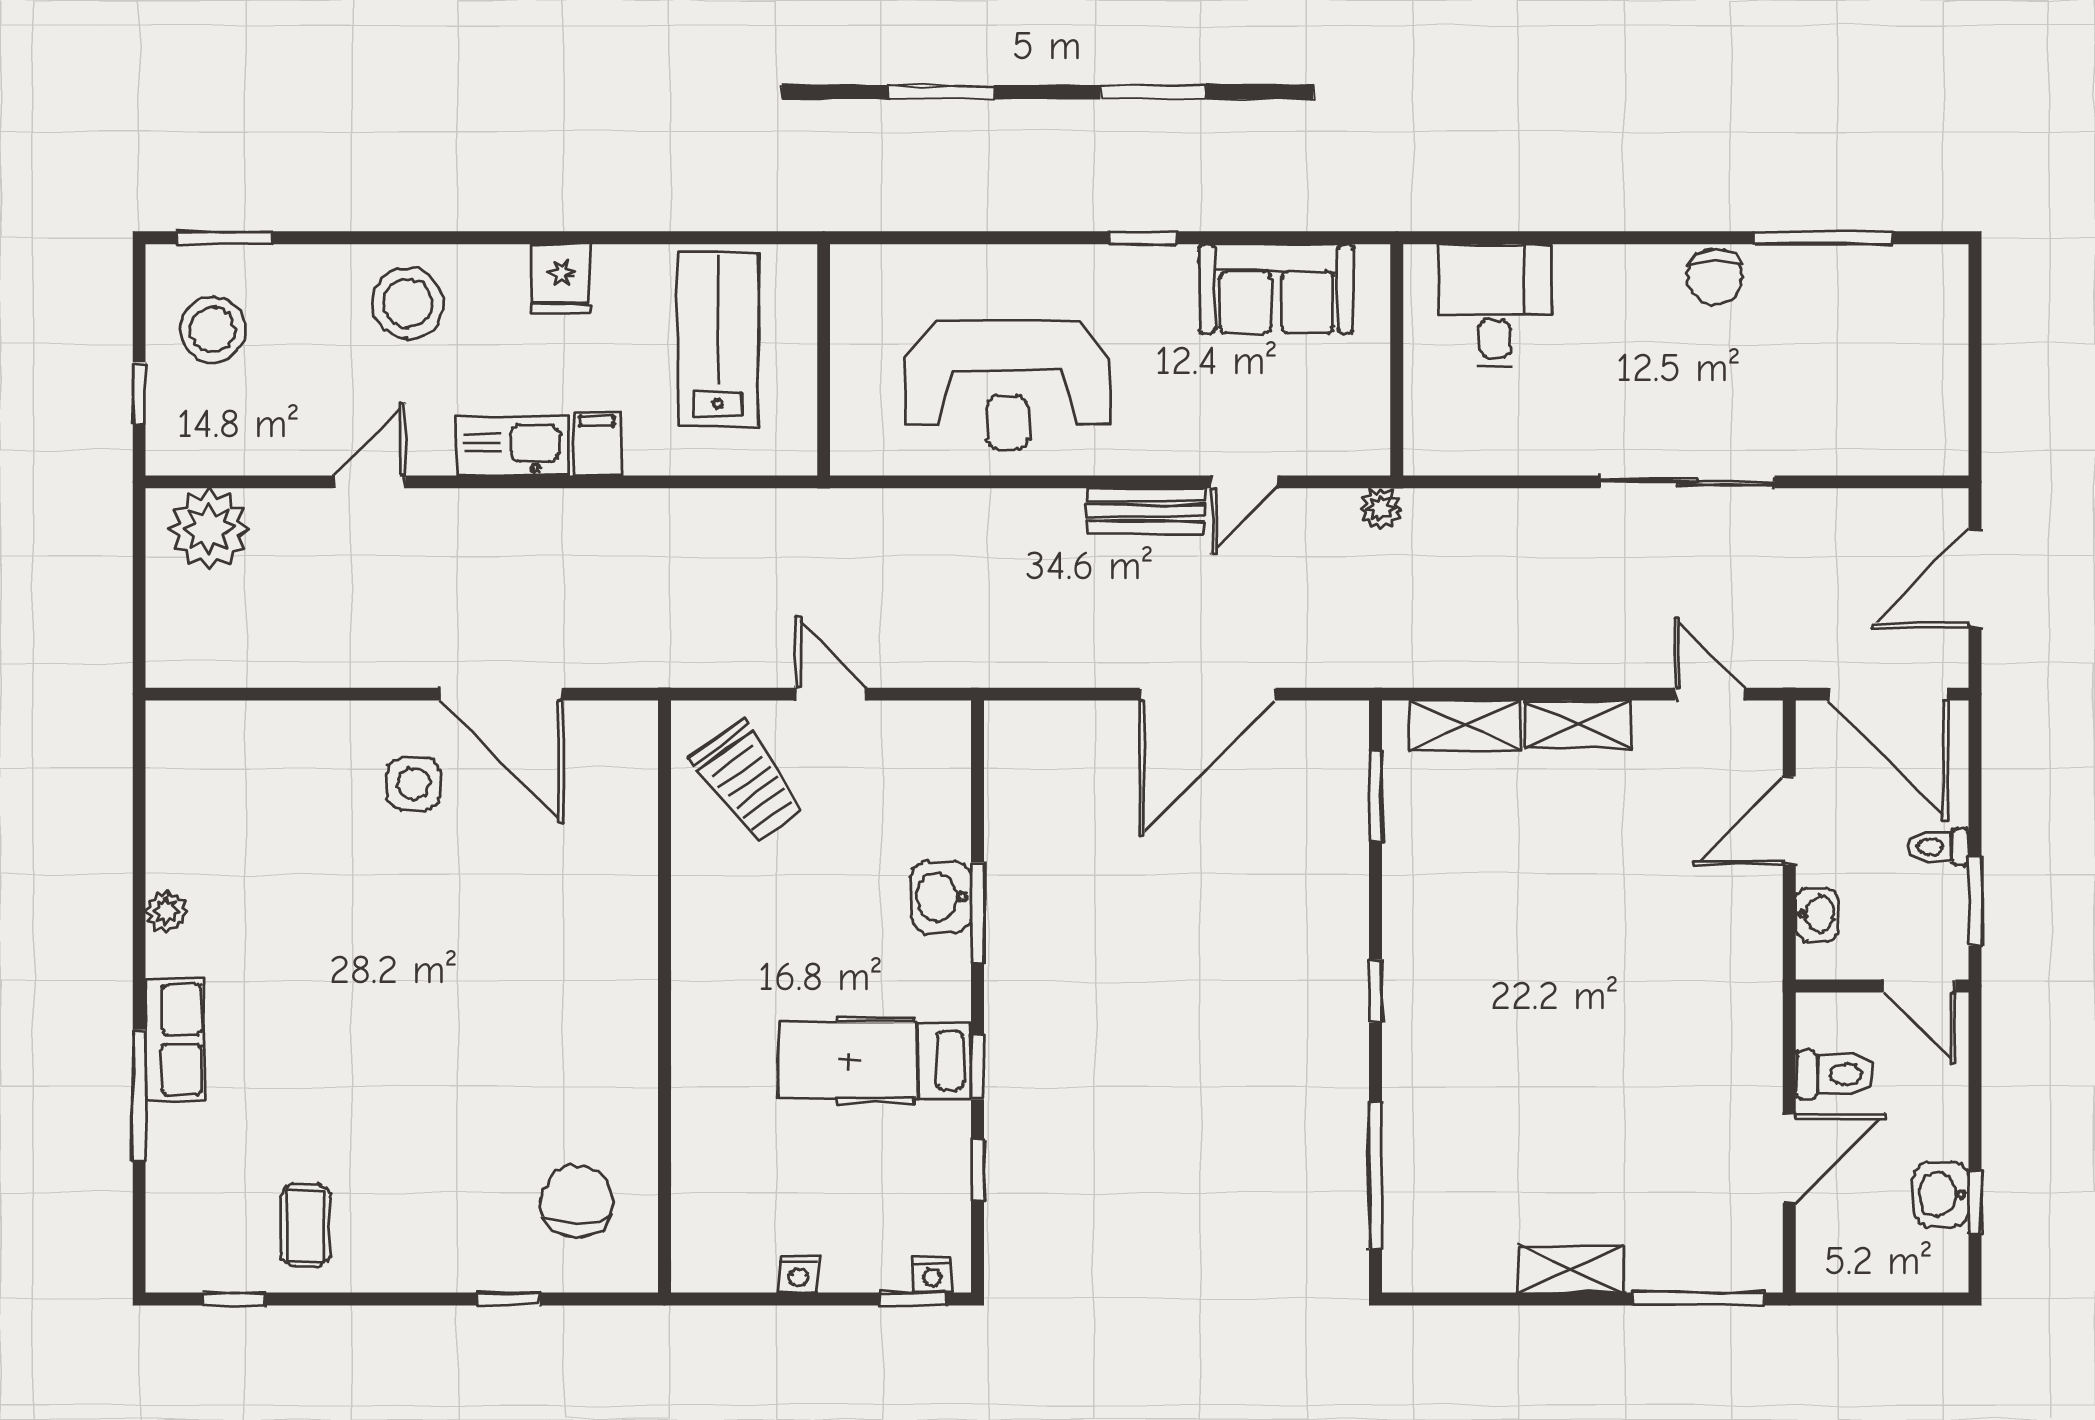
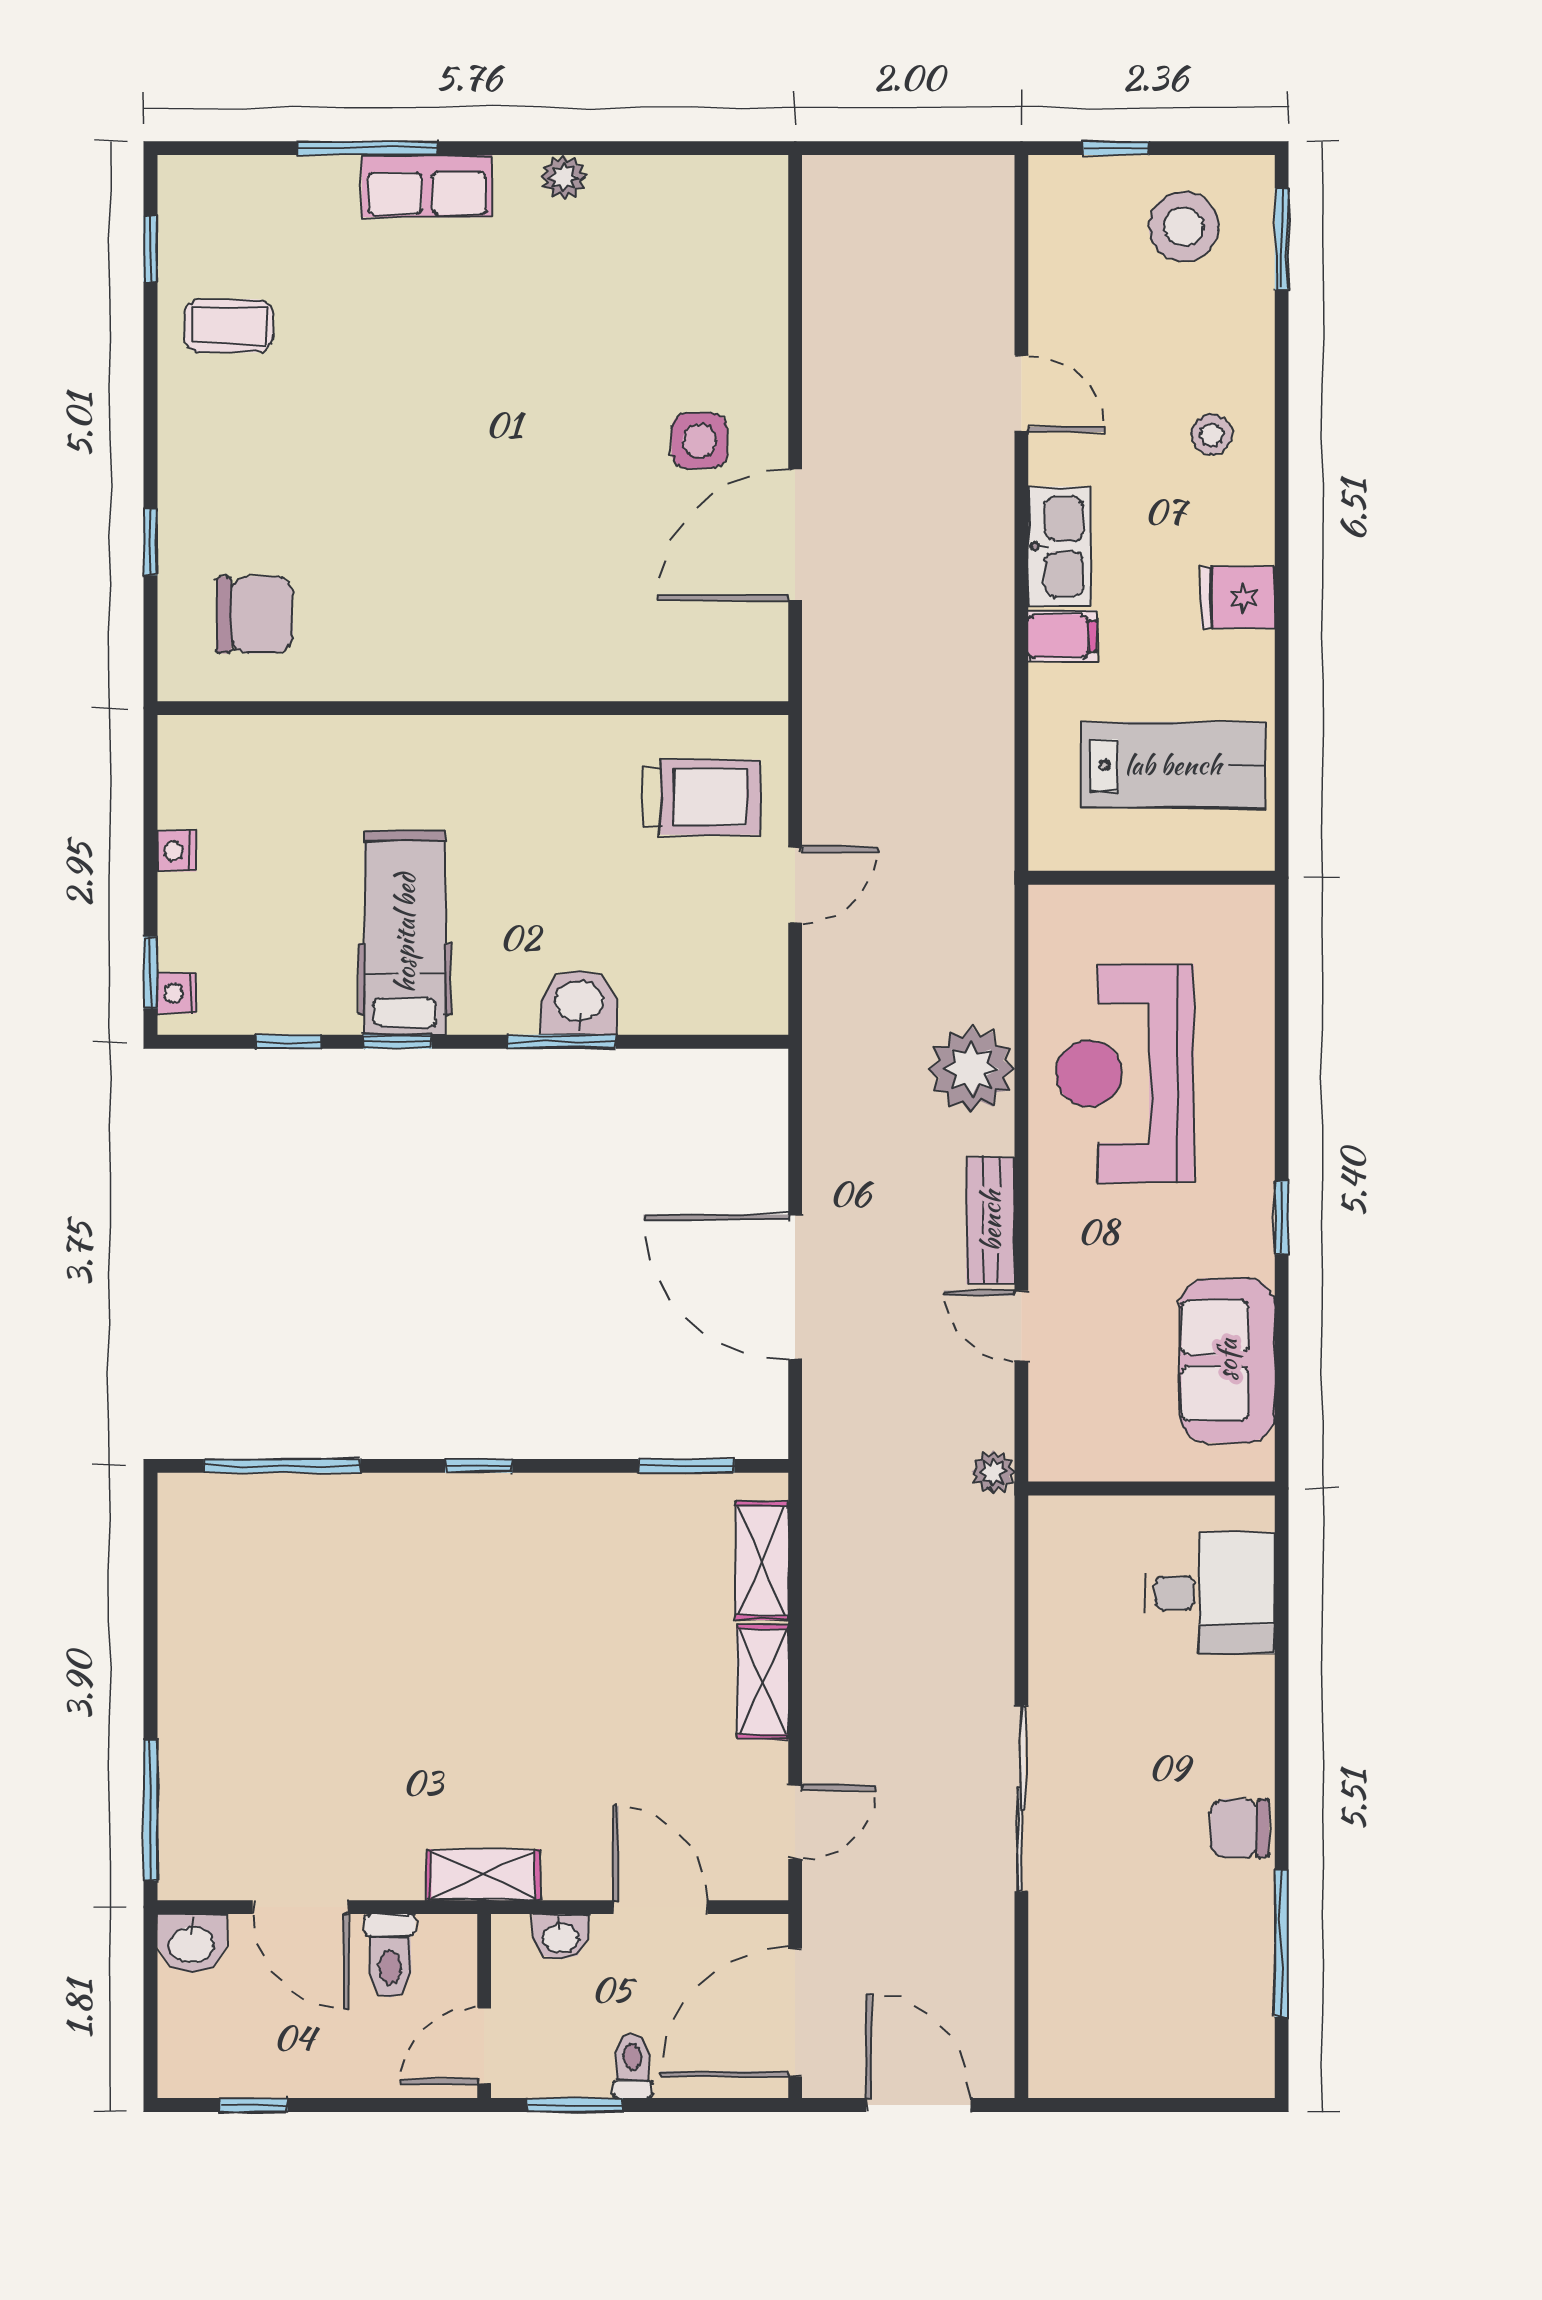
stool: (408, 303) -> (1212, 434), width x0.53, depth x0.53
plant: (209, 529) -> (971, 1069), moved
trolley: (748, 782) -> (702, 797), turned -144
washbasin: (1941, 1194) -> (192, 1943), moved, turned 180
shelving: (1571, 1269) -> (483, 1875), moved, turned 90

